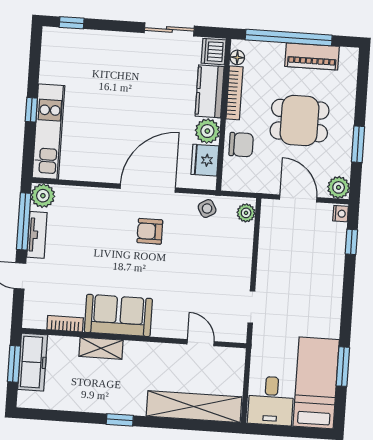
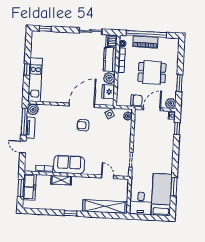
piano: (312, 56) -> (145, 42), moved
chair: (241, 145) -> (136, 100), moved
door: (298, 198) -> (152, 109), hinge flipped

